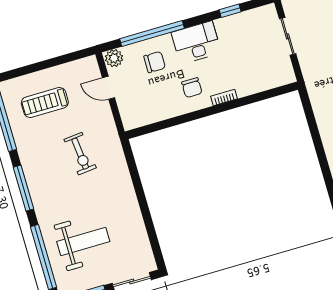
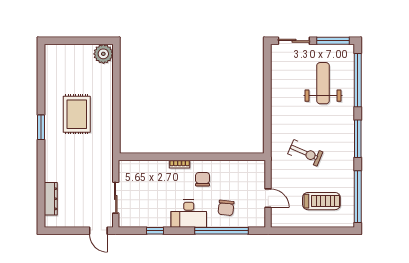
plant: (114, 58) -> (257, 220), removed
chair: (155, 62) -> (226, 208), turned -84
exercise bike: (80, 154) -> (305, 153), turned 119
weight bench: (83, 242) -> (323, 83), turned 90

